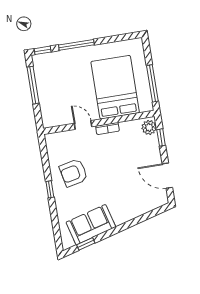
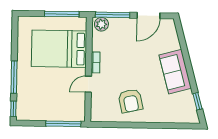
window: (33, 85) -> (63, 124), moved
window: (161, 137) -> (113, 15), width x2.17
window: (50, 189) -> (142, 125), removed
sofa: (91, 225) -> (175, 72), moved

